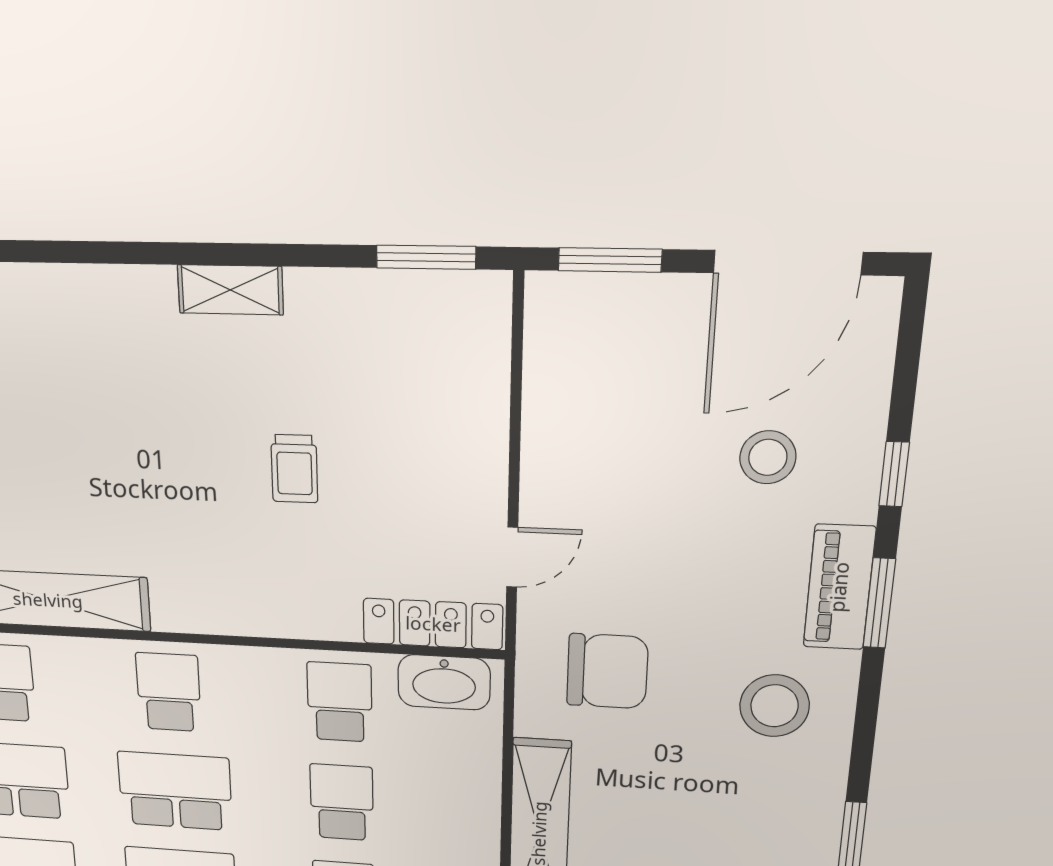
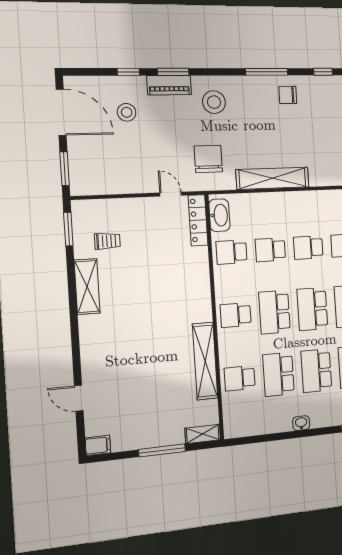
shelving: (230, 290) -> (87, 287), width x1.50, depth x1.33
trolley: (294, 469) -> (107, 241), moved

